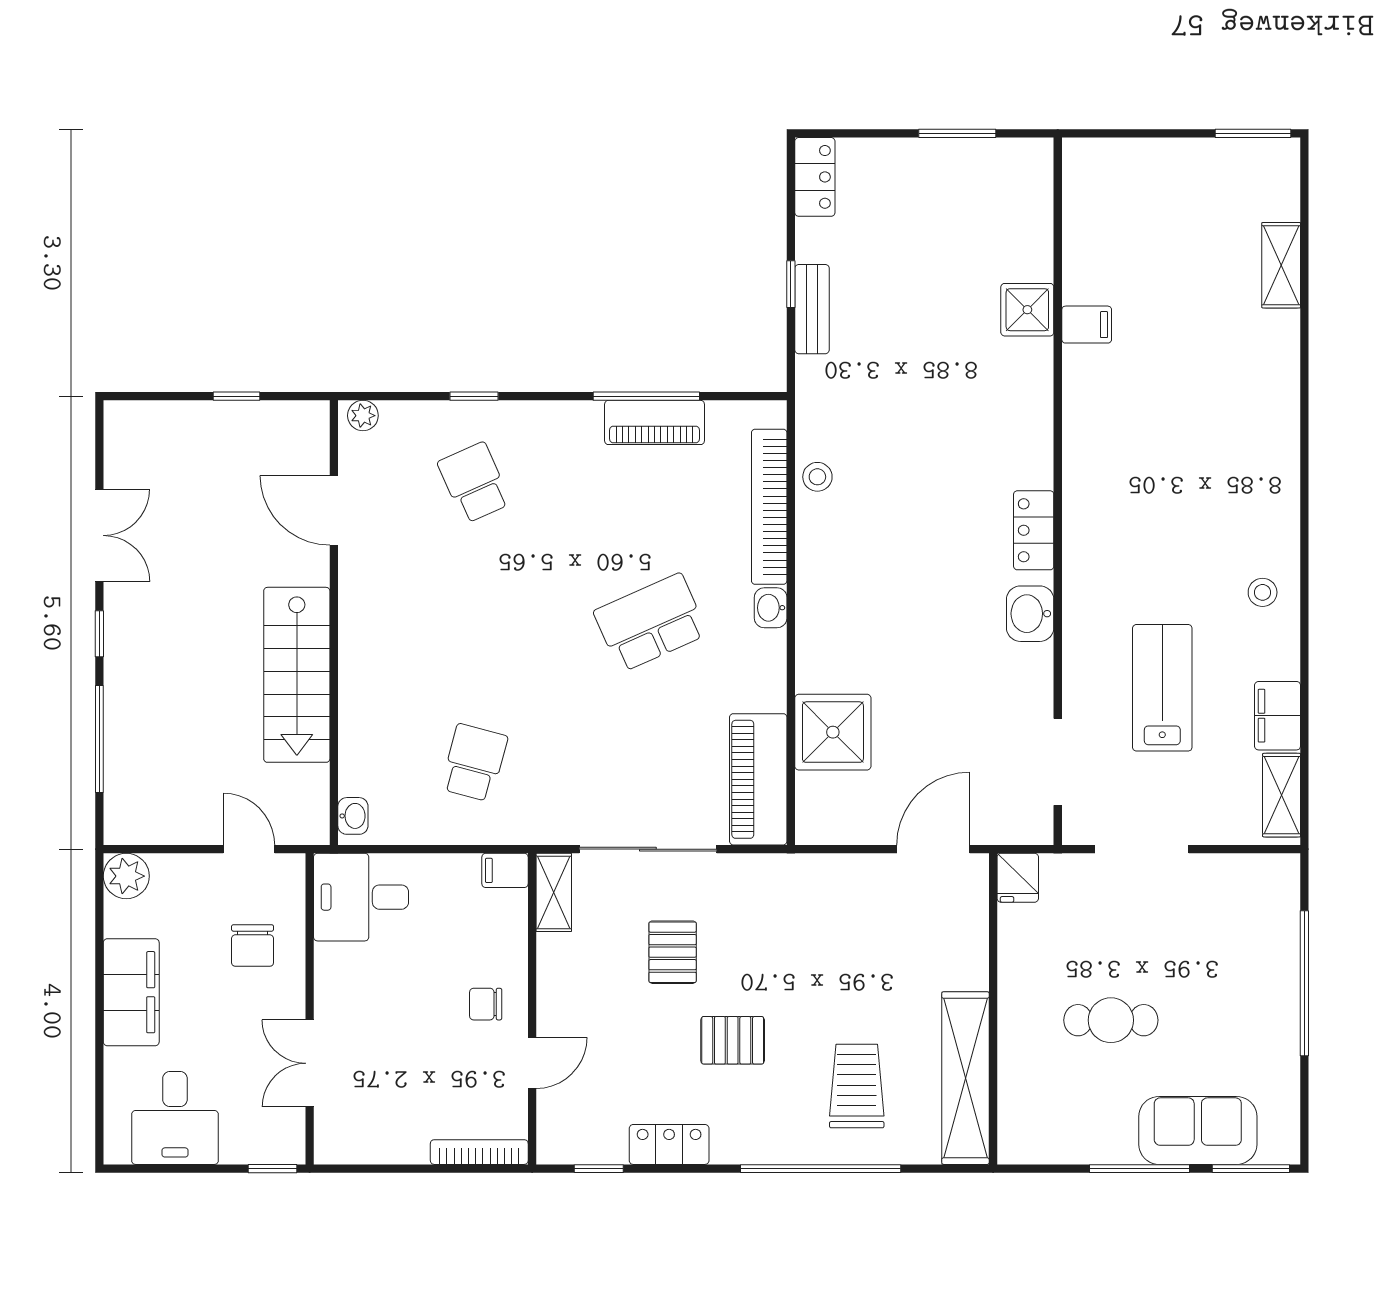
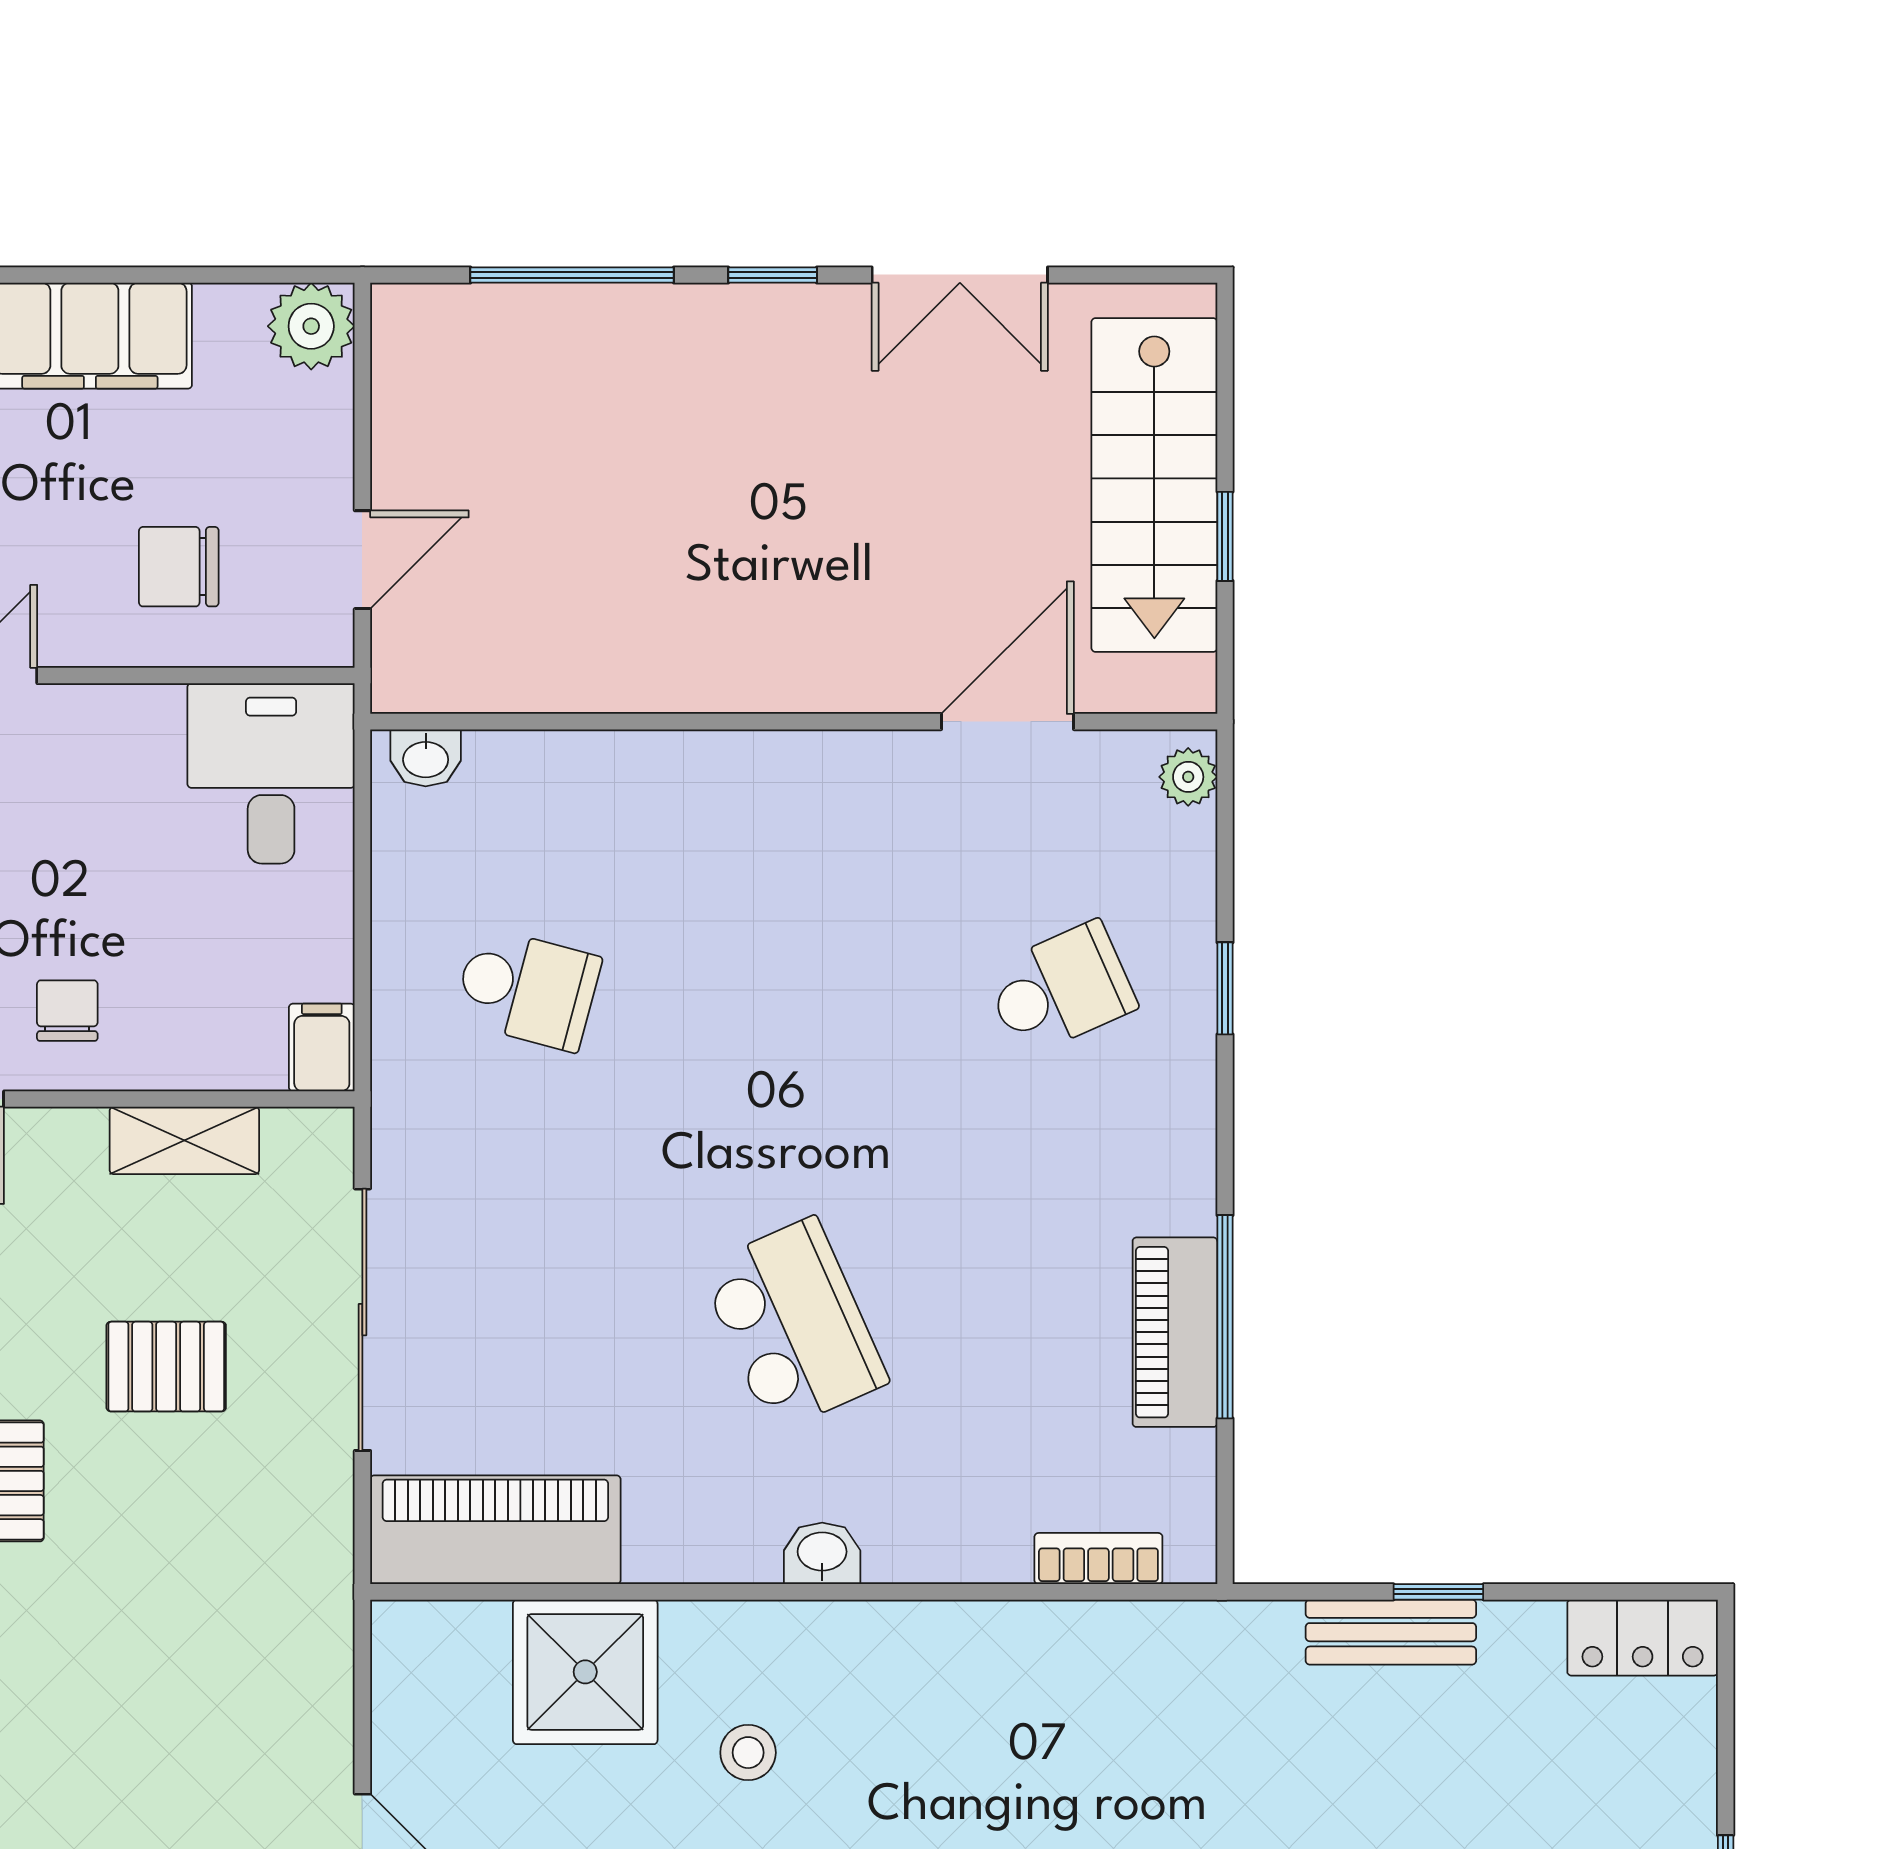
stool: (817, 477) -> (748, 1753), moved
bookcase: (769, 507) -> (1098, 1559), width x0.43, depth x0.76
stairs: (297, 675) -> (1154, 485), moved, turned -90
shelving: (554, 892) -> (184, 1140), moved

